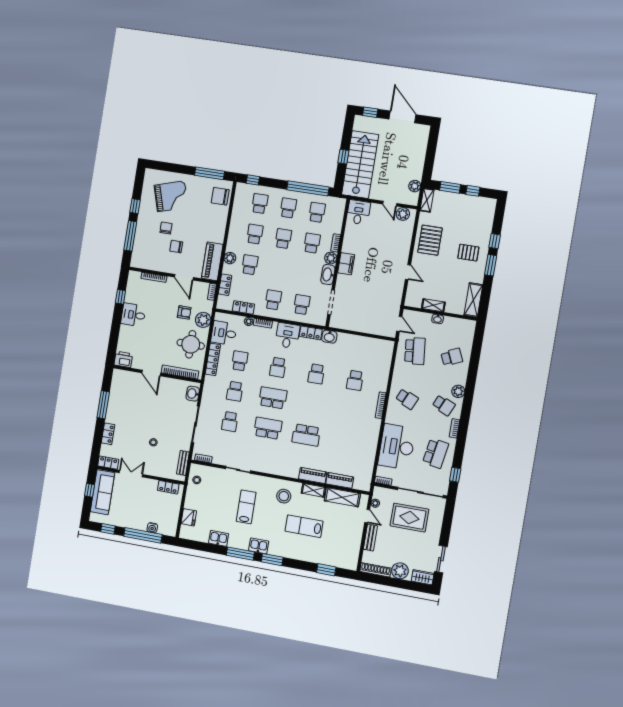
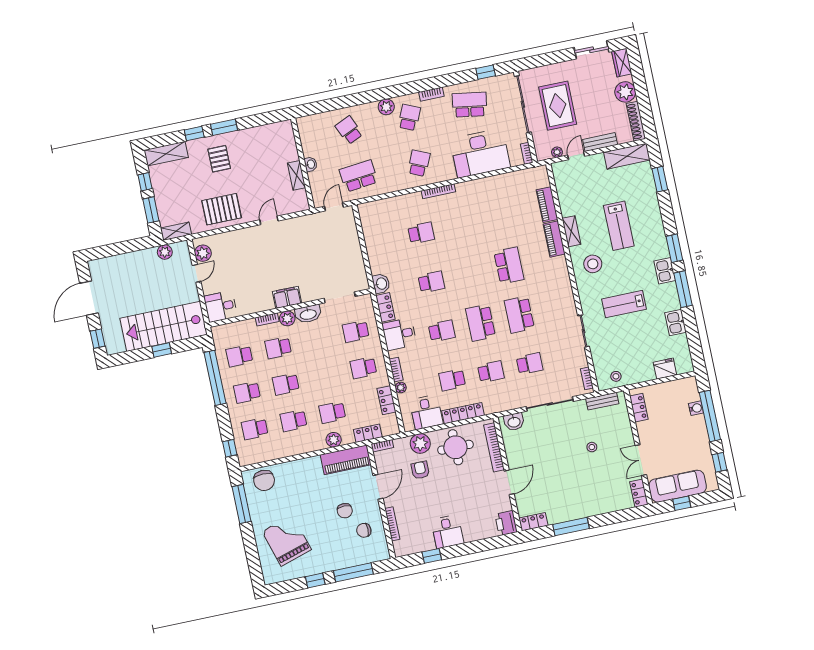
chair: (166, 228) -> (364, 530), moved
shelving: (473, 300) -> (166, 154), moved
locker: (108, 434) -> (533, 522), moved
shelving: (342, 497) -> (627, 156), moved, turned 90

